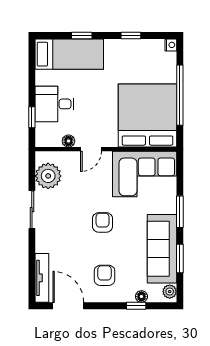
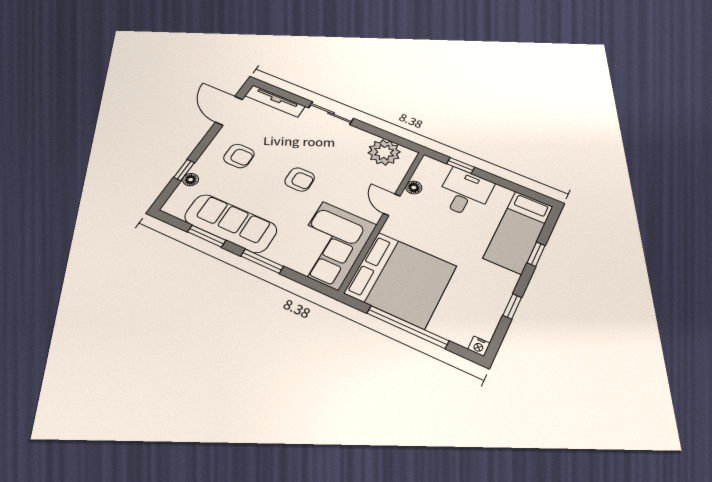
sliding door: (32, 210) -> (331, 113), moved
plant: (170, 292) -> (176, 209), removed
door: (68, 306) -> (229, 111), swing flipped

